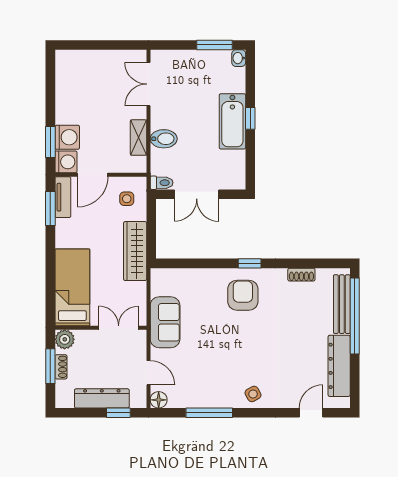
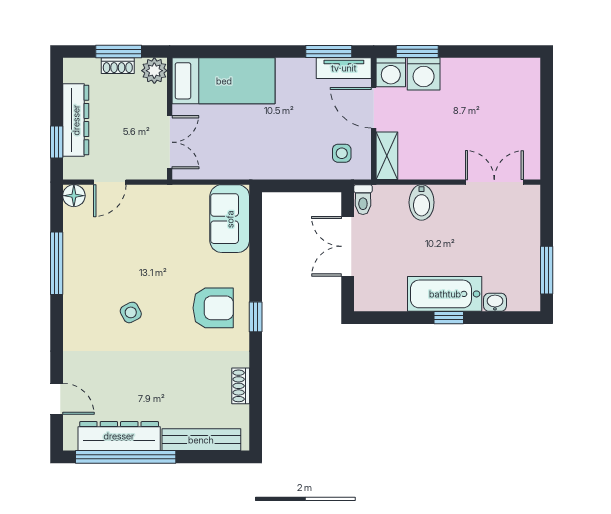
washbasin: (239, 58) -> (495, 302), moved
shelving: (138, 138) -> (387, 156), moved, turned 90
wardrobe: (135, 251) -> (272, 164), removed
window: (355, 316) -> (126, 457), moved
sofa: (165, 322) -> (230, 219), moved, turned 90
side table: (253, 394) -> (131, 312), moved

